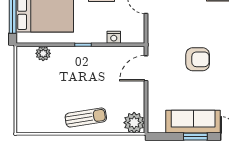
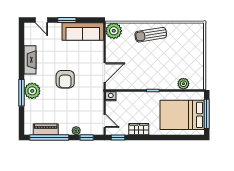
nightstand: (114, 37) -> (111, 96), moved
armchair: (198, 59) -> (65, 79), turned -90
sofa: (193, 122) -> (83, 32), moved

